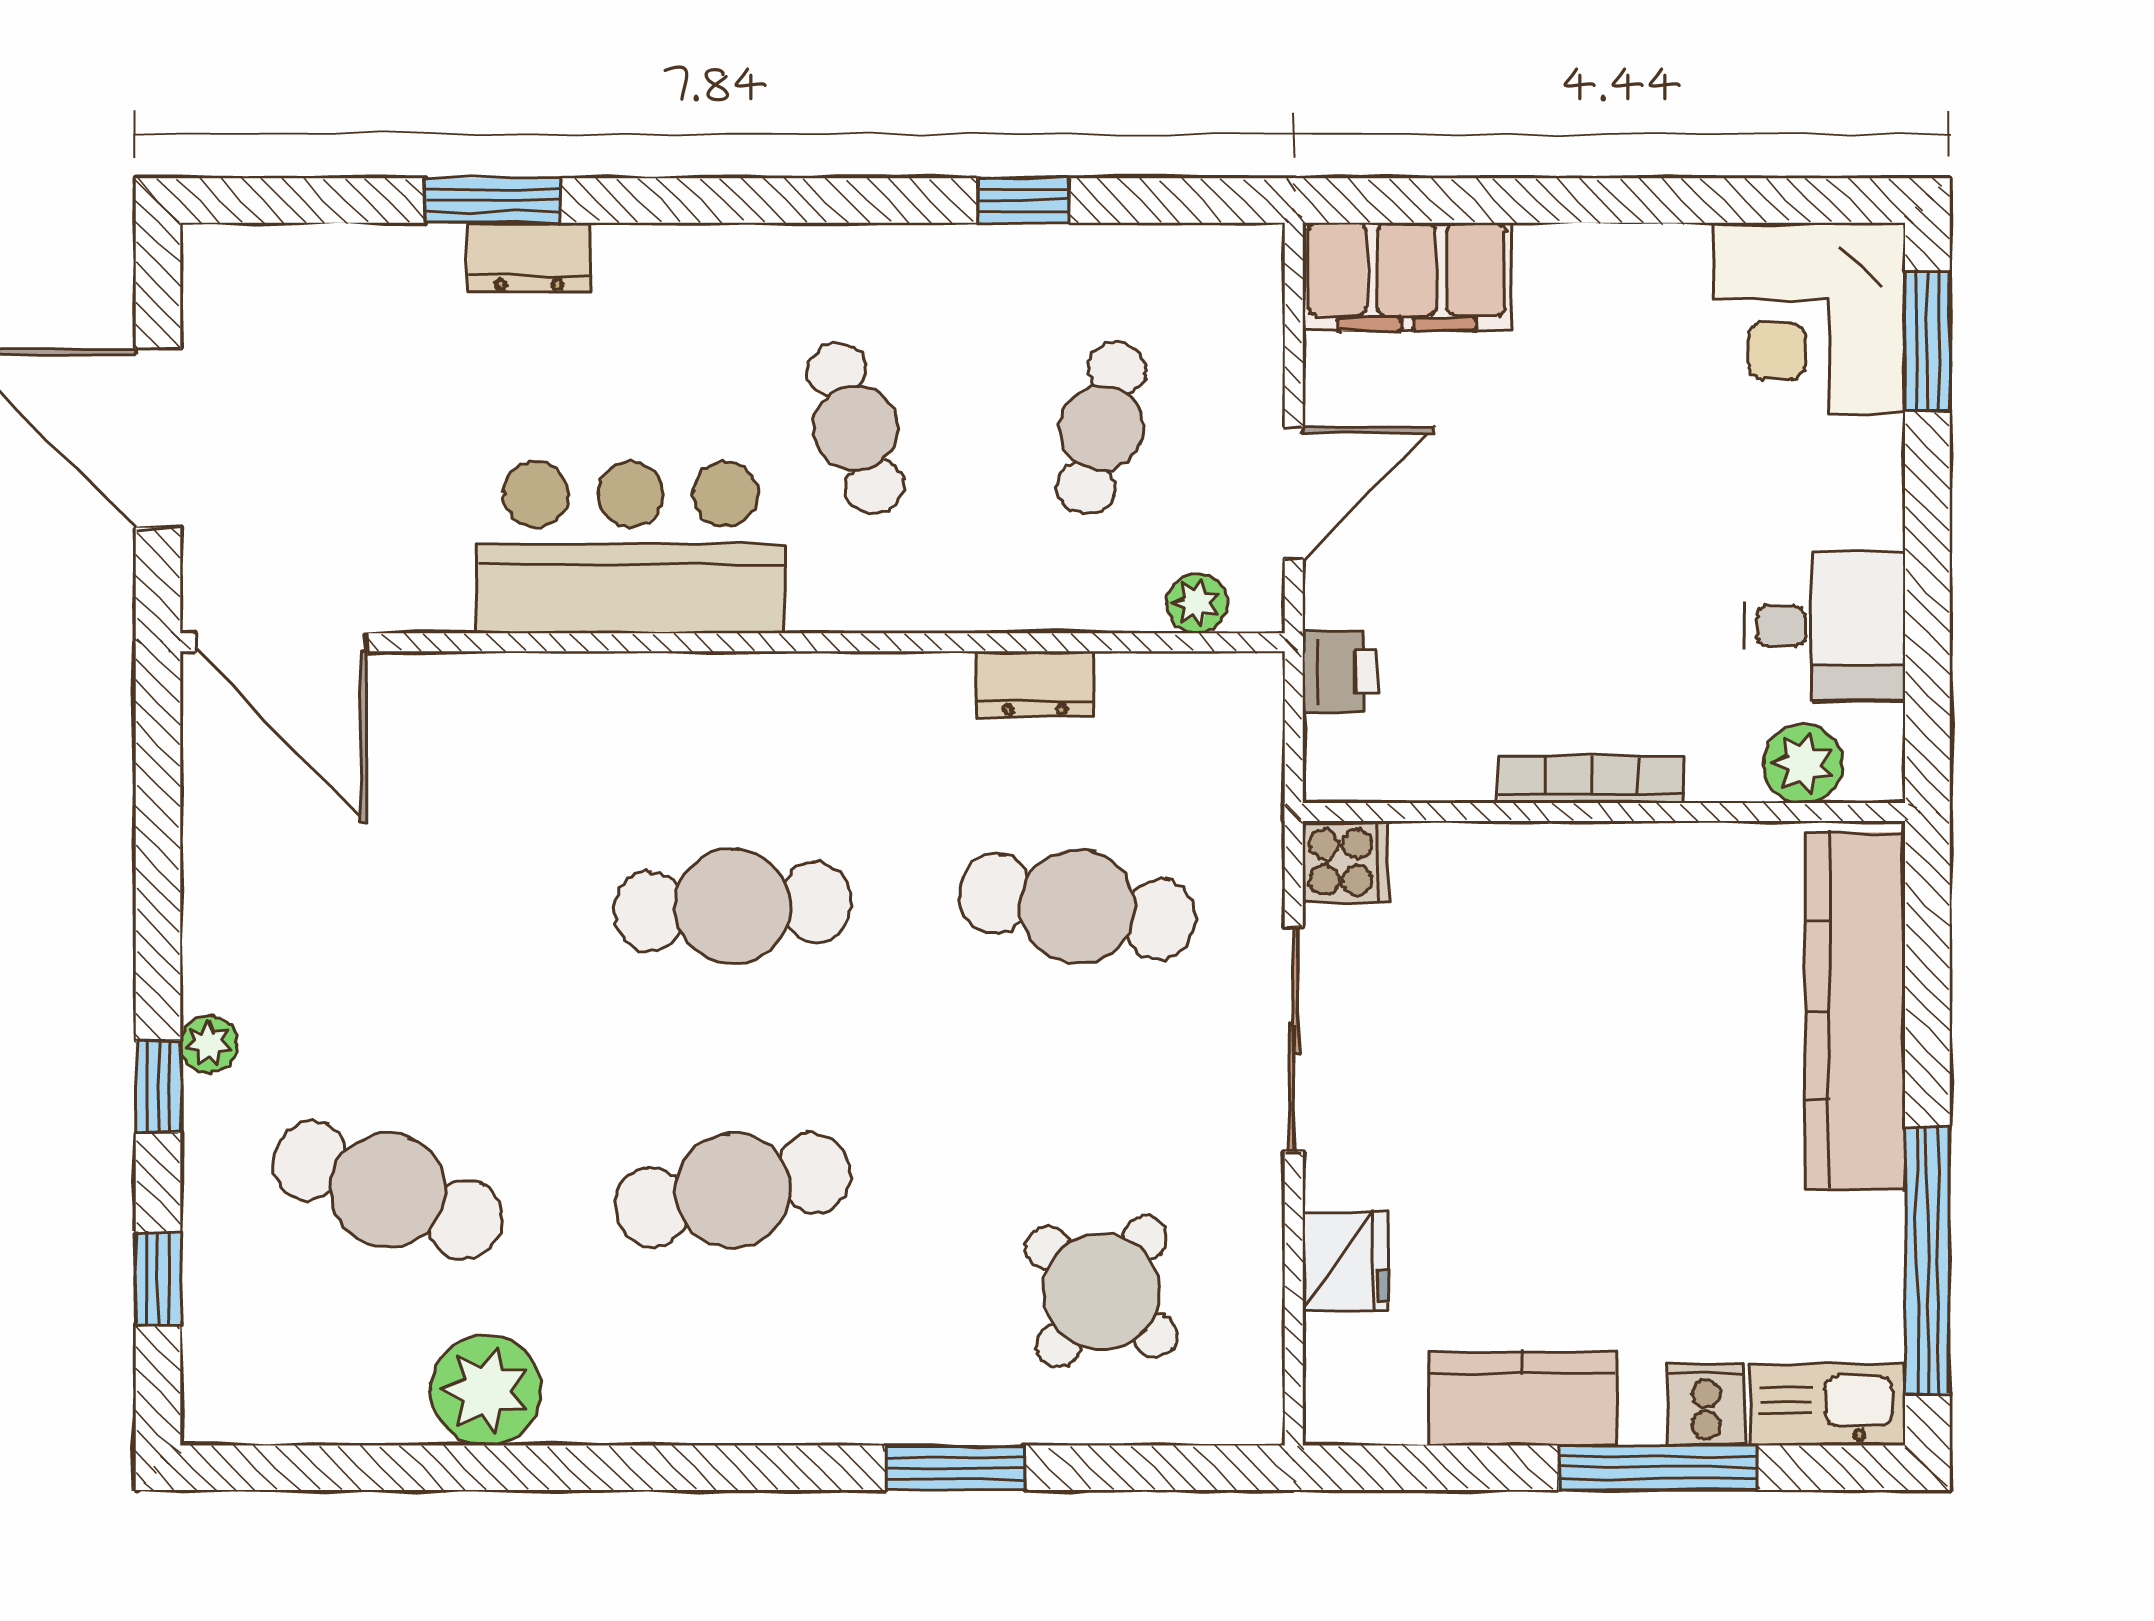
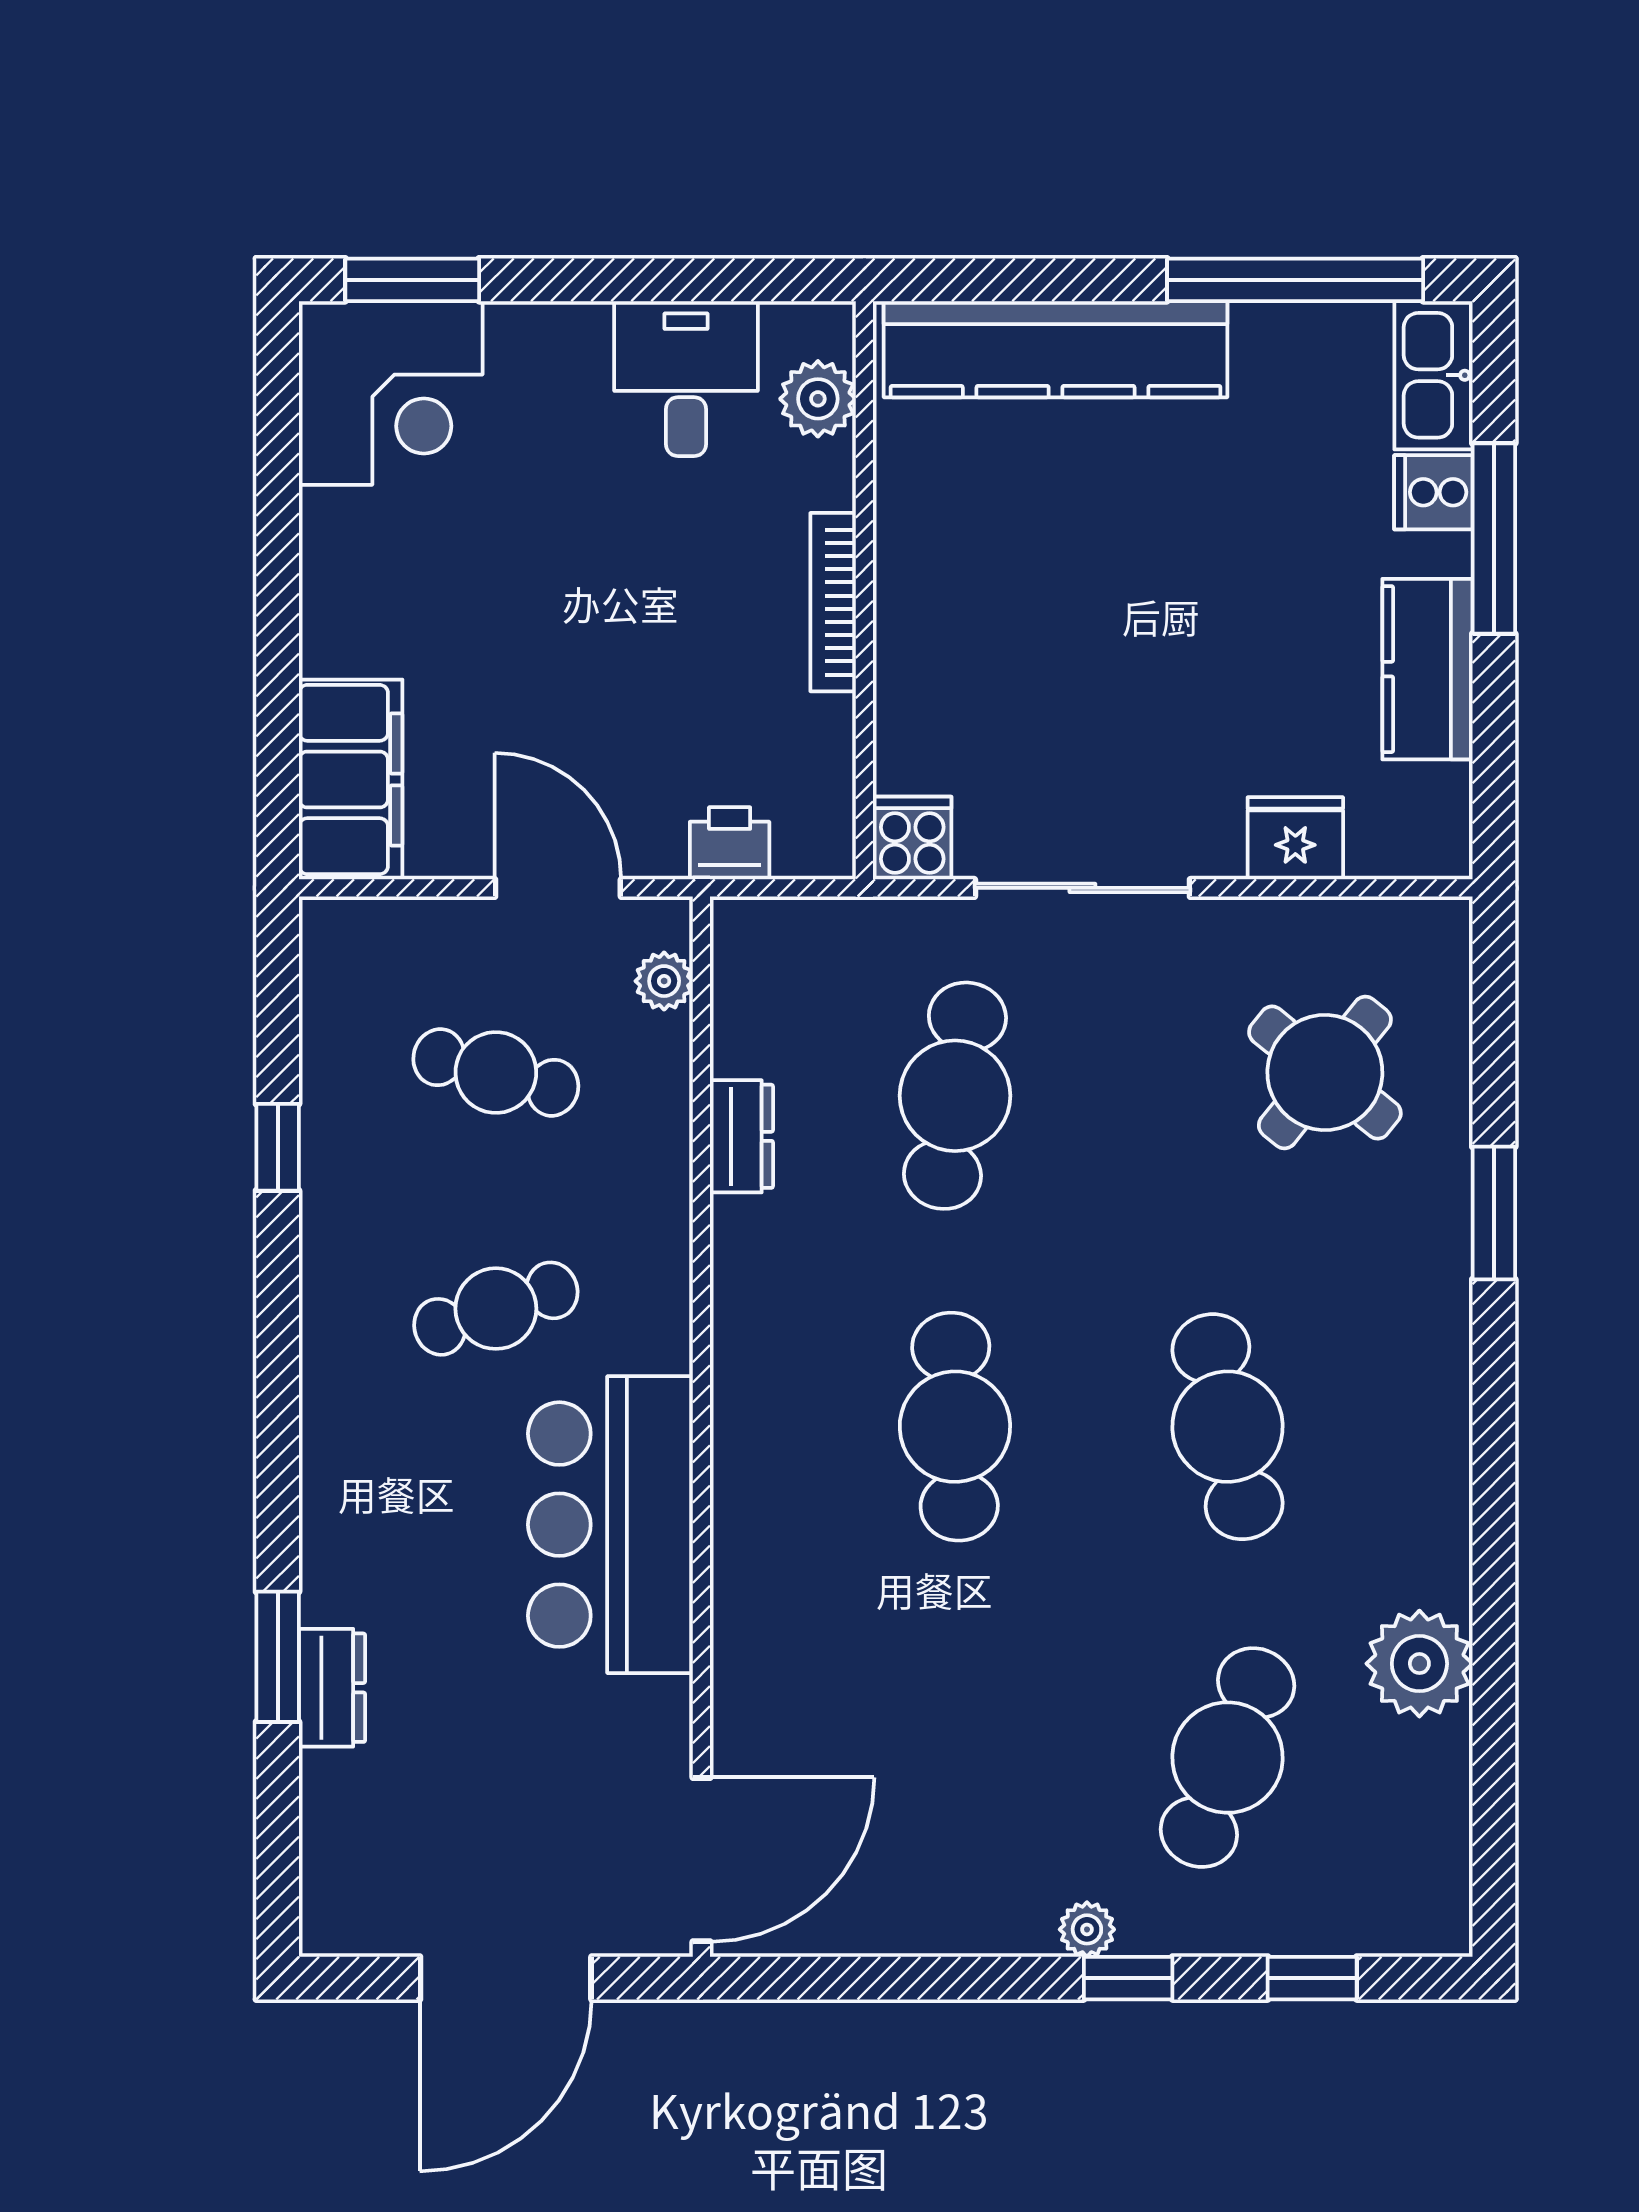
dresser: (529, 257) -> (332, 1688), moved

